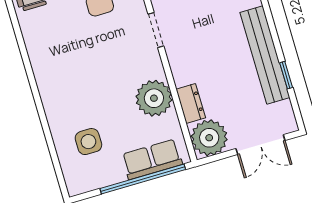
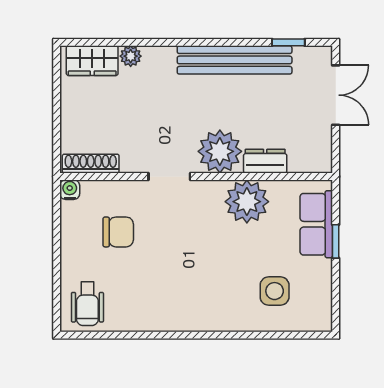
window: (286, 75) -> (288, 42), moved
plant: (209, 138) -> (220, 151), moved
window: (143, 179) -> (336, 241), width x0.32

